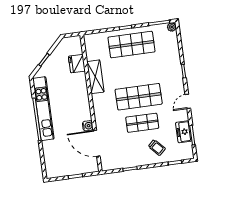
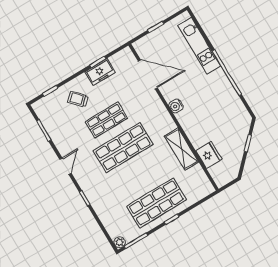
kitchen unit: (43, 109) -> (199, 46), moved, width x0.73
water cooler: (88, 126) -> (176, 106), moved
freezer: (184, 132) -> (100, 72), moved, turned 90

